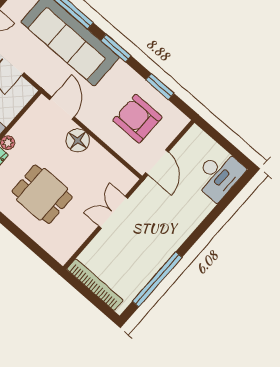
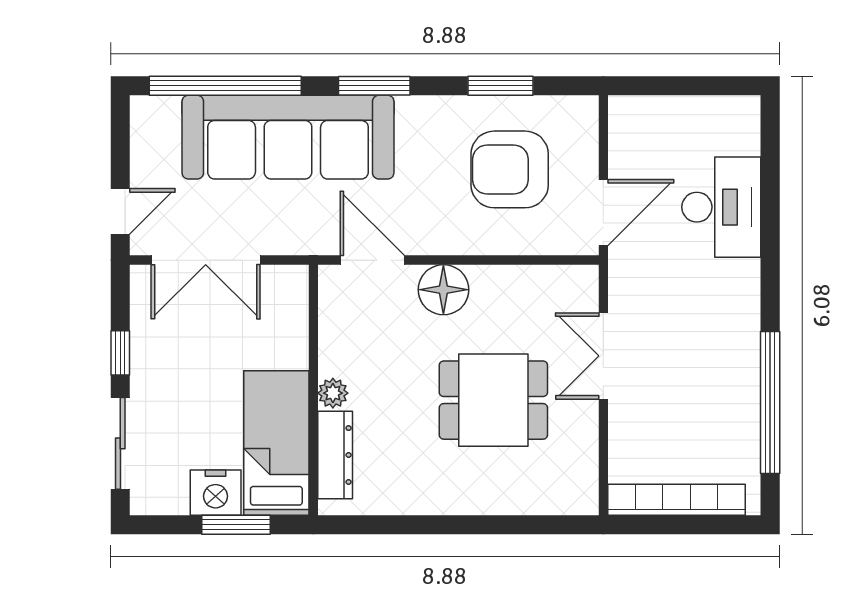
door: (157, 162) -> (603, 213), hinge flipped
desk: (219, 175) -> (721, 207), moved
dining table: (42, 194) -> (493, 400), moved

